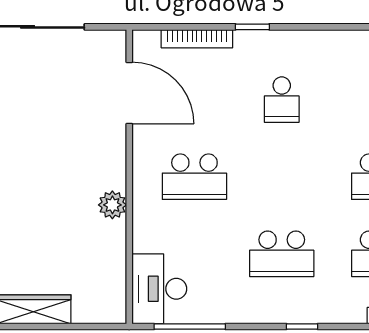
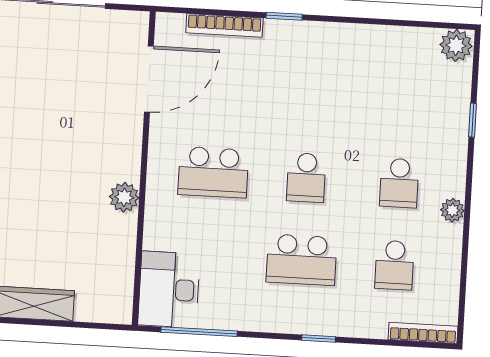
door: (129, 93) -> (149, 79), hinge flipped
school desk: (282, 100) -> (306, 178), moved

